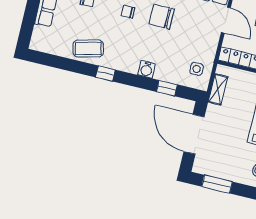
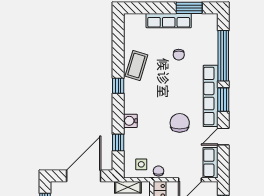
chair: (128, 12) -> (158, 171), moved
coffee table: (88, 48) -> (136, 66), turned 31

